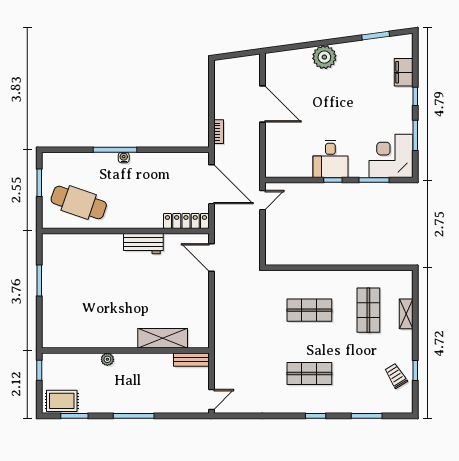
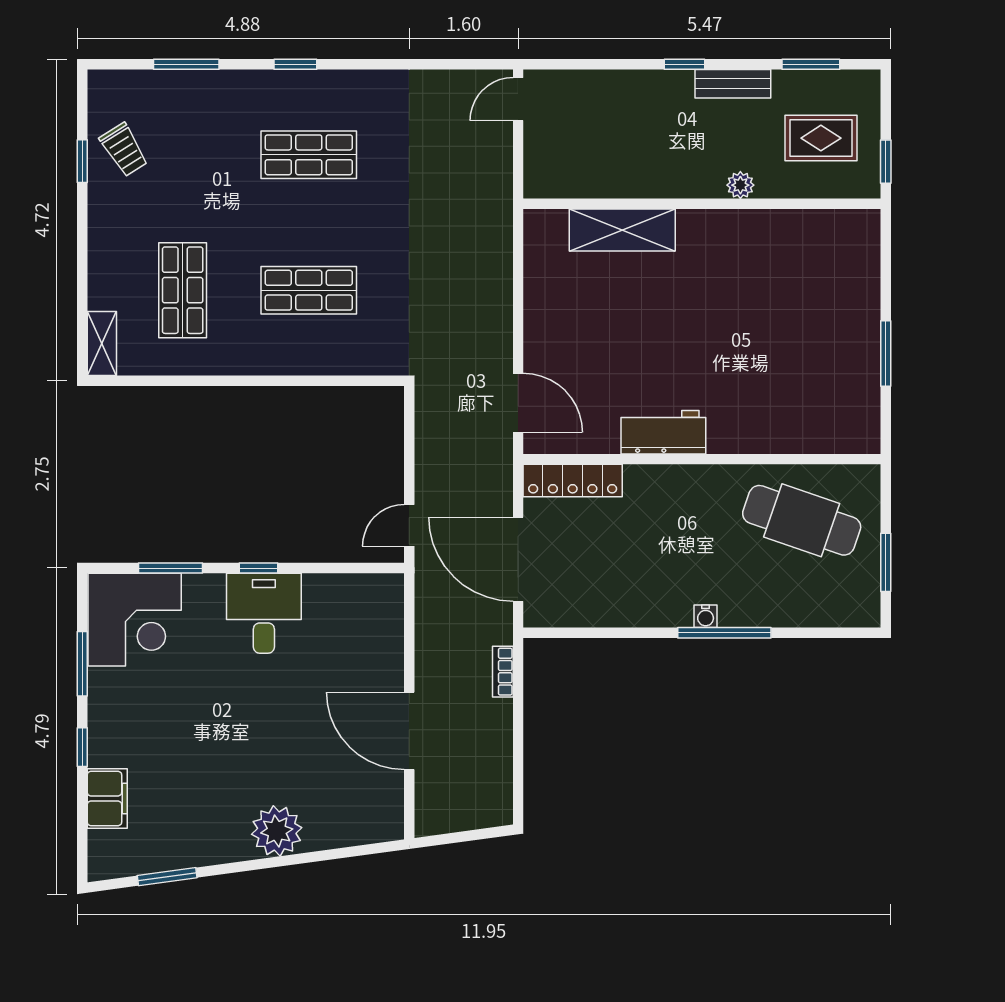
shelving: (406, 314) -> (102, 344), moved
bench: (191, 360) -> (733, 84), moved
rug: (62, 401) -> (821, 138), moved
window: (134, 416) -> (684, 64), width x0.46

